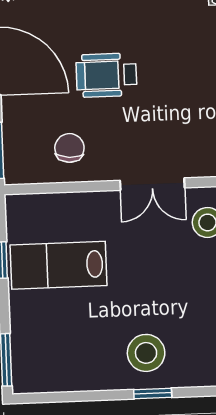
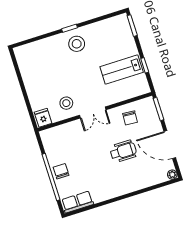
double door: (152, 184) -> (93, 112), swing flipped
lab bench: (58, 265) -> (122, 69), turned 180

